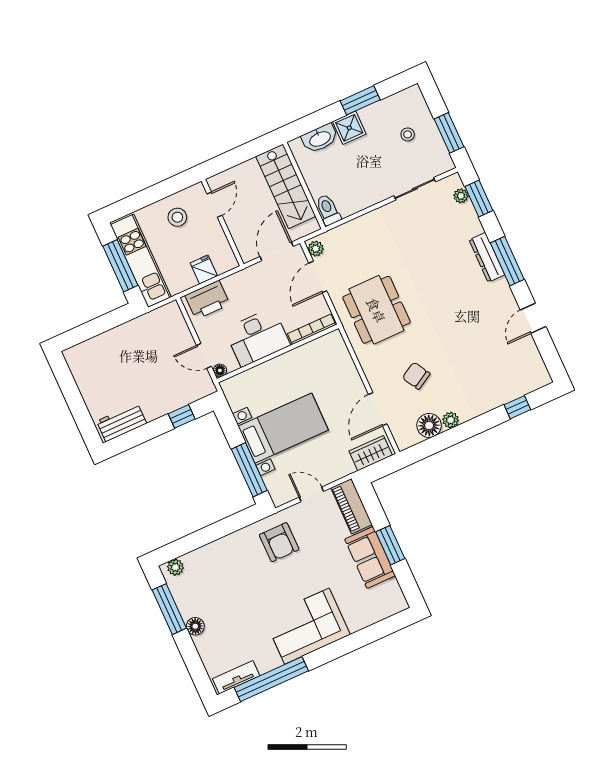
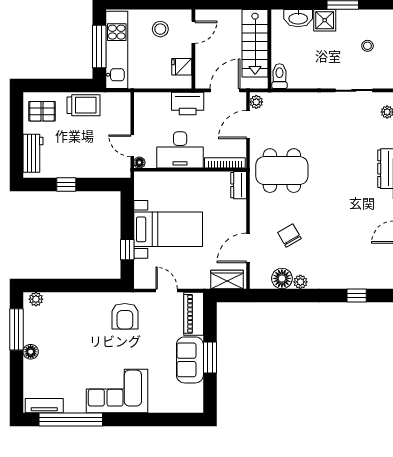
fridge: (204, 270) -> (182, 67), moved, turned -90
printer: (207, 300) -> (188, 104), moved
dining table: (376, 310) -> (282, 171), turned 90
trolley: (132, 336) -> (84, 105), added
dresser: (337, 347) -> (239, 185), added
pallet: (91, 363) -> (42, 111), added
window: (182, 416) -> (66, 185), moved
workbench: (122, 422) -> (33, 153), moved, turned 90
window: (249, 470) -> (127, 250), width x0.46

